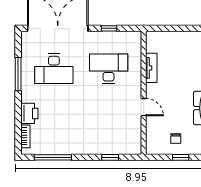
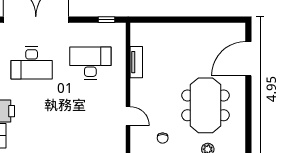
window: (109, 28) -> (106, 20), moved
door: (144, 107) -> (128, 116), moved

